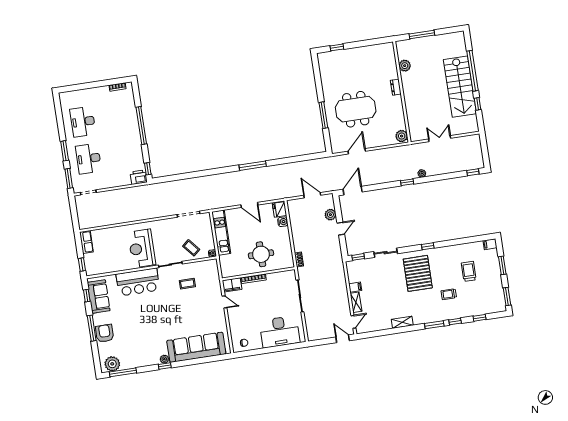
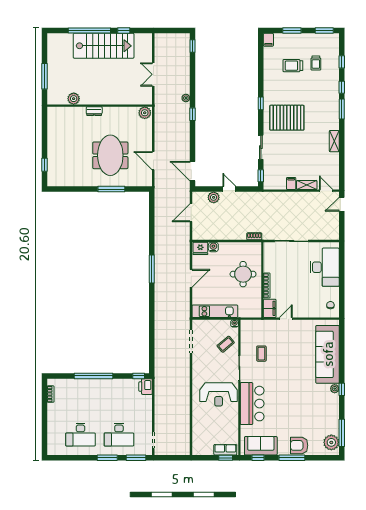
row of seats: (86, 242) -> (225, 450), moved
trolley: (449, 294) -> (316, 63), moved

